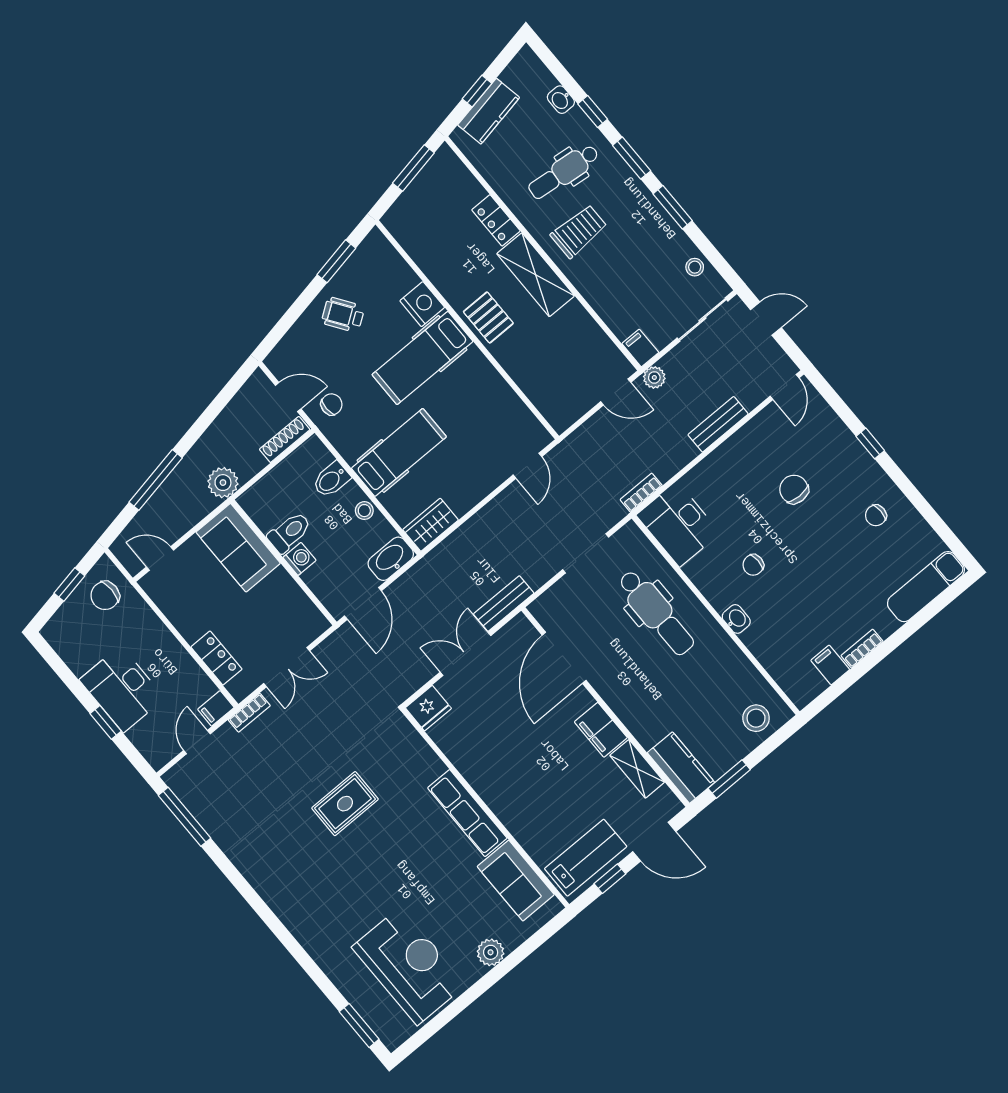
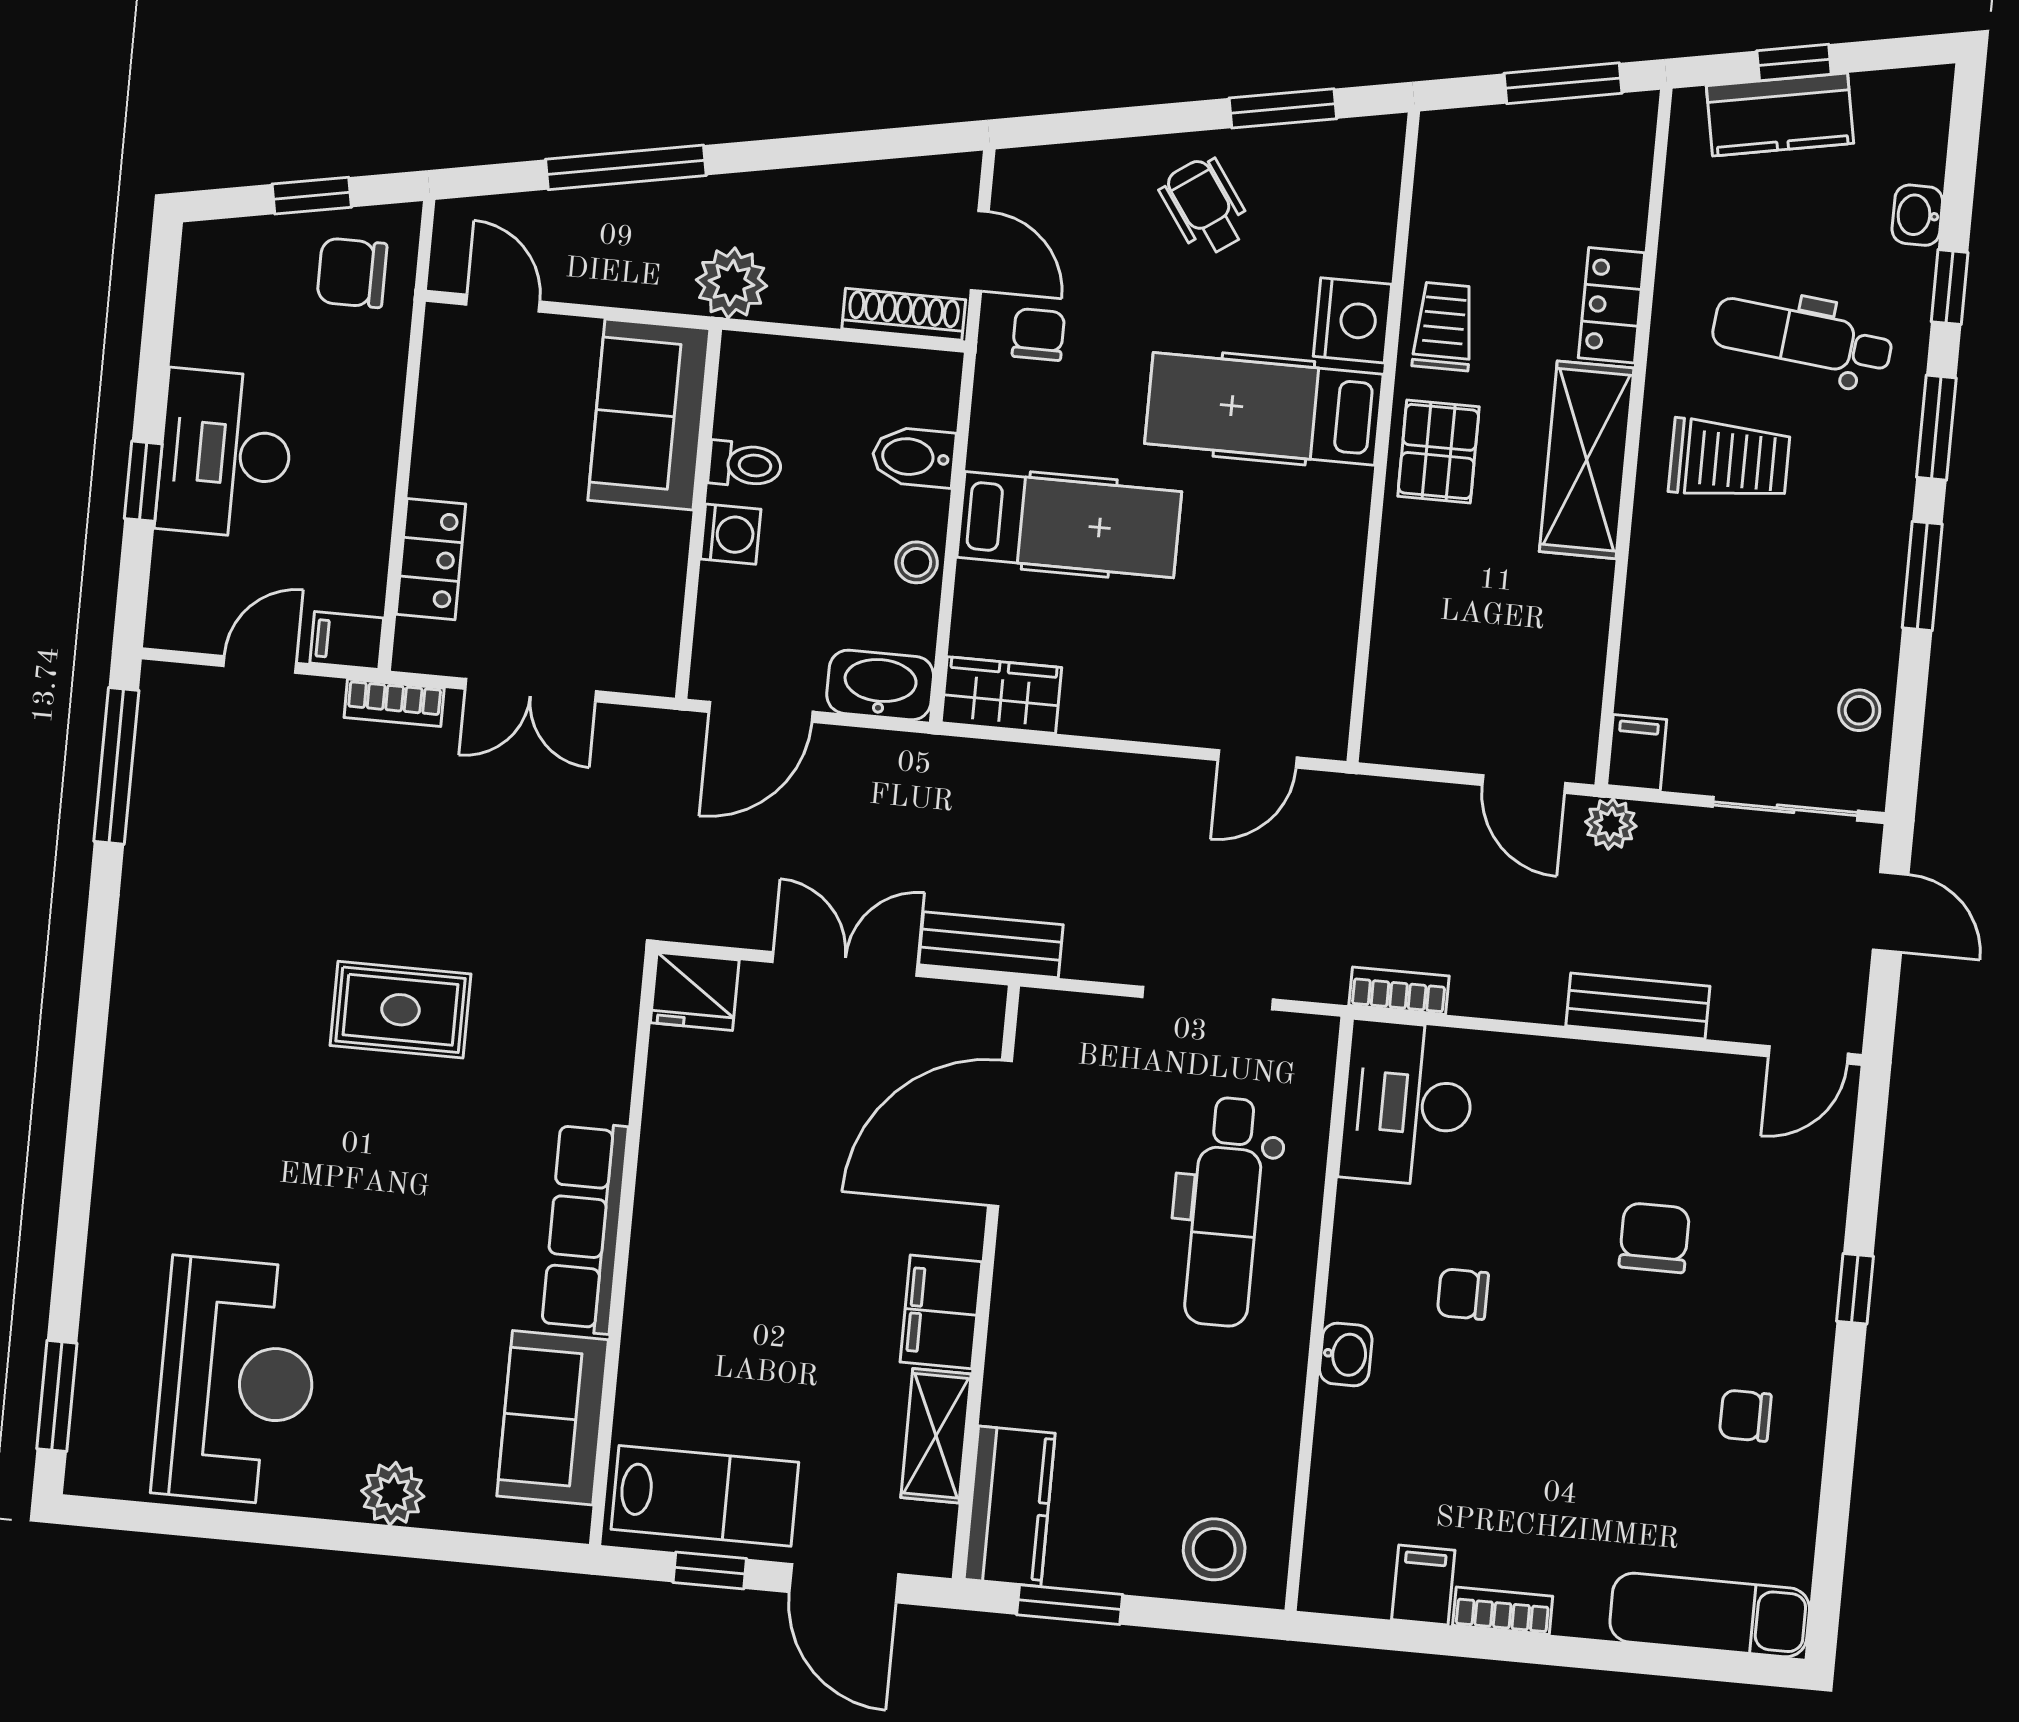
trolley: (452, 278) -> (1444, 326), added
chair: (332, 404) -> (1038, 335), turned -90
toilet: (289, 532) -> (745, 465), width x0.73, depth x0.72

